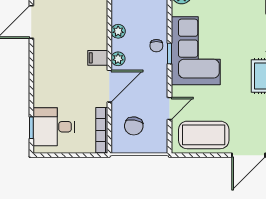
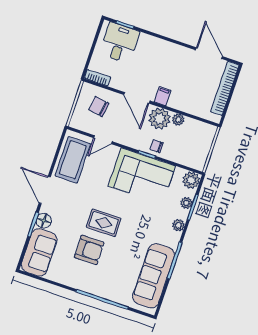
plant: (118, 59) -> (160, 119), width x1.88, depth x1.88
door: (170, 108) -> (103, 140), hinge flipped
bookcase: (102, 130) -> (98, 78), width x0.64

